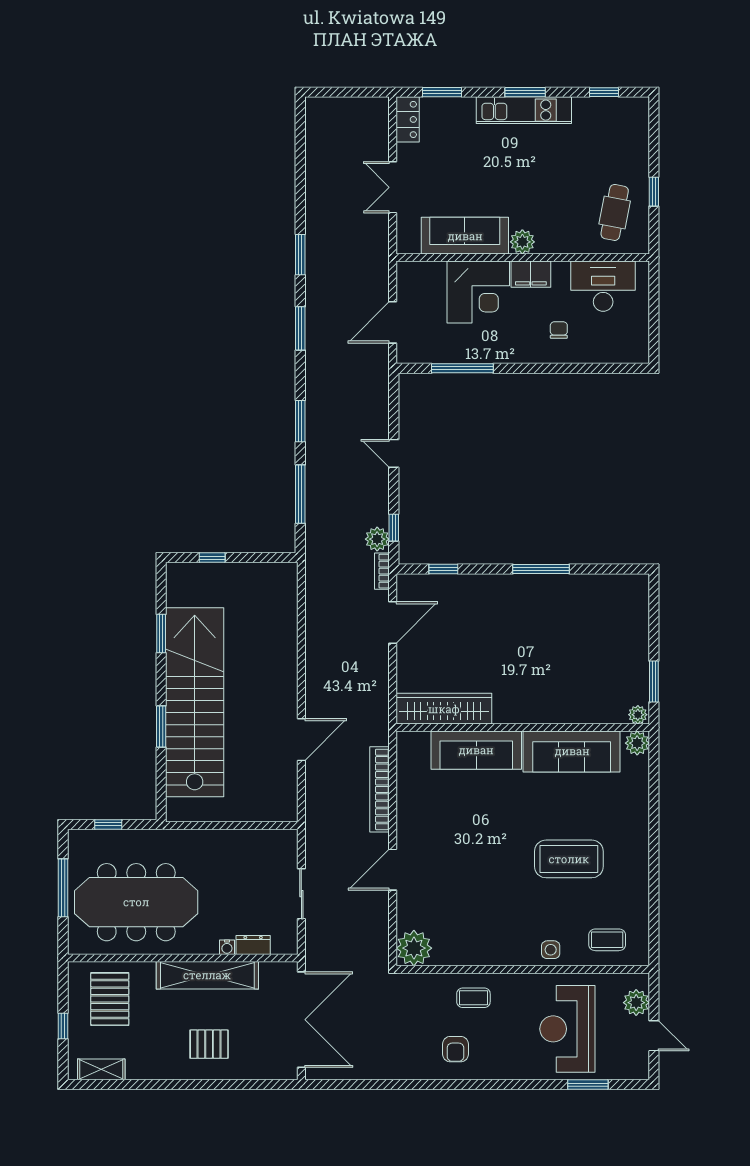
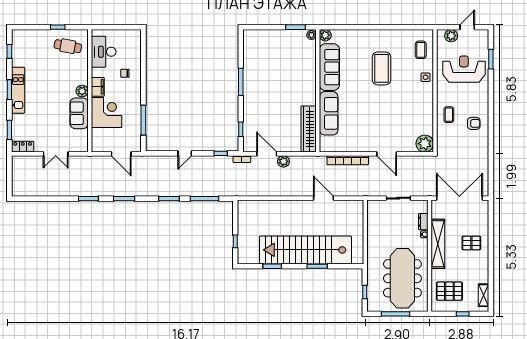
sofa: (465, 236) -> (79, 113), width x0.73
plant: (377, 539) -> (283, 161), moved
reception desk: (567, 1029) -> (464, 69), turned 180
pallet: (209, 1044) -> (471, 243), turned 90

